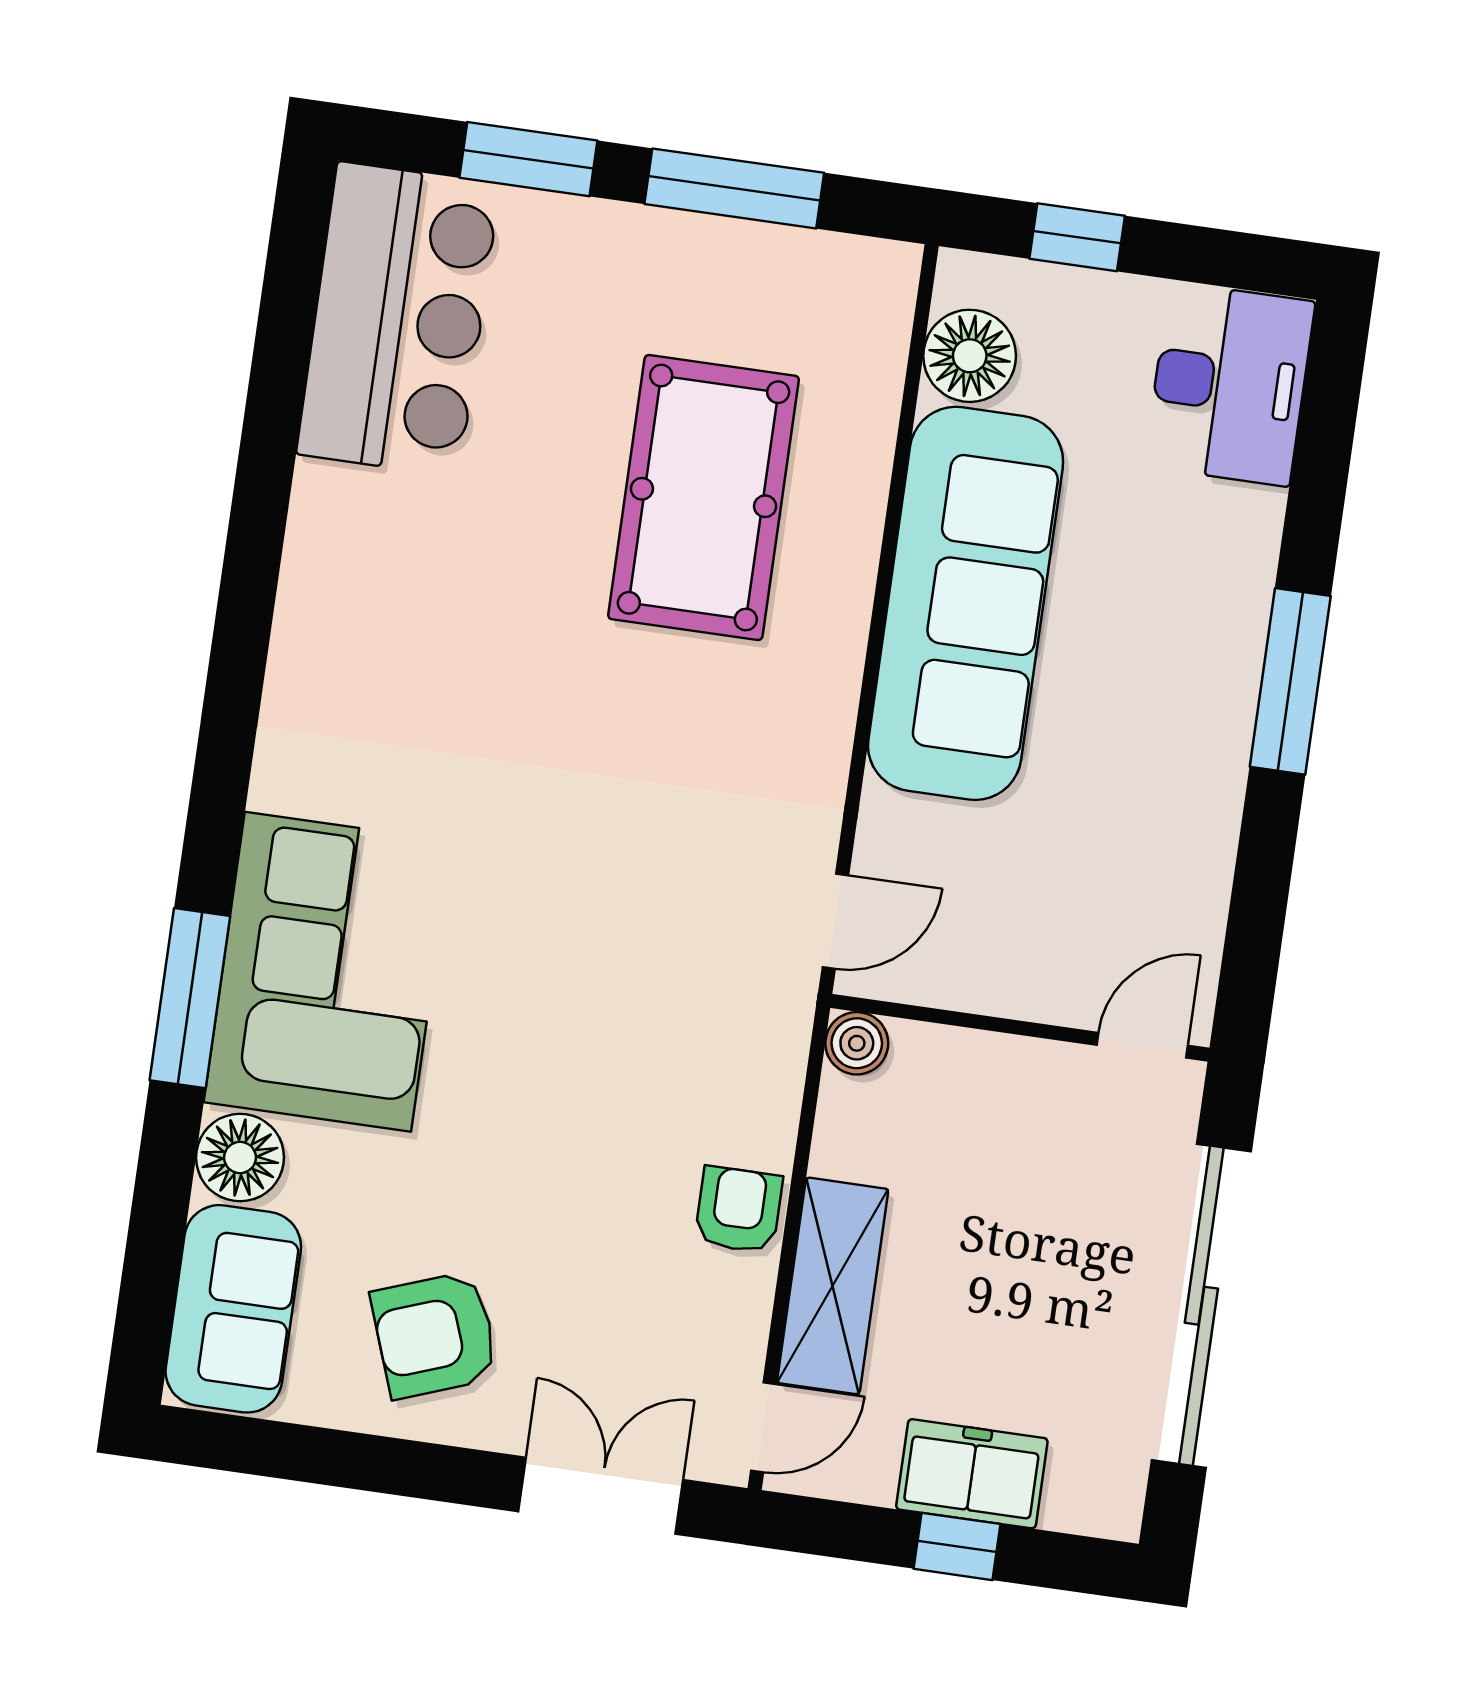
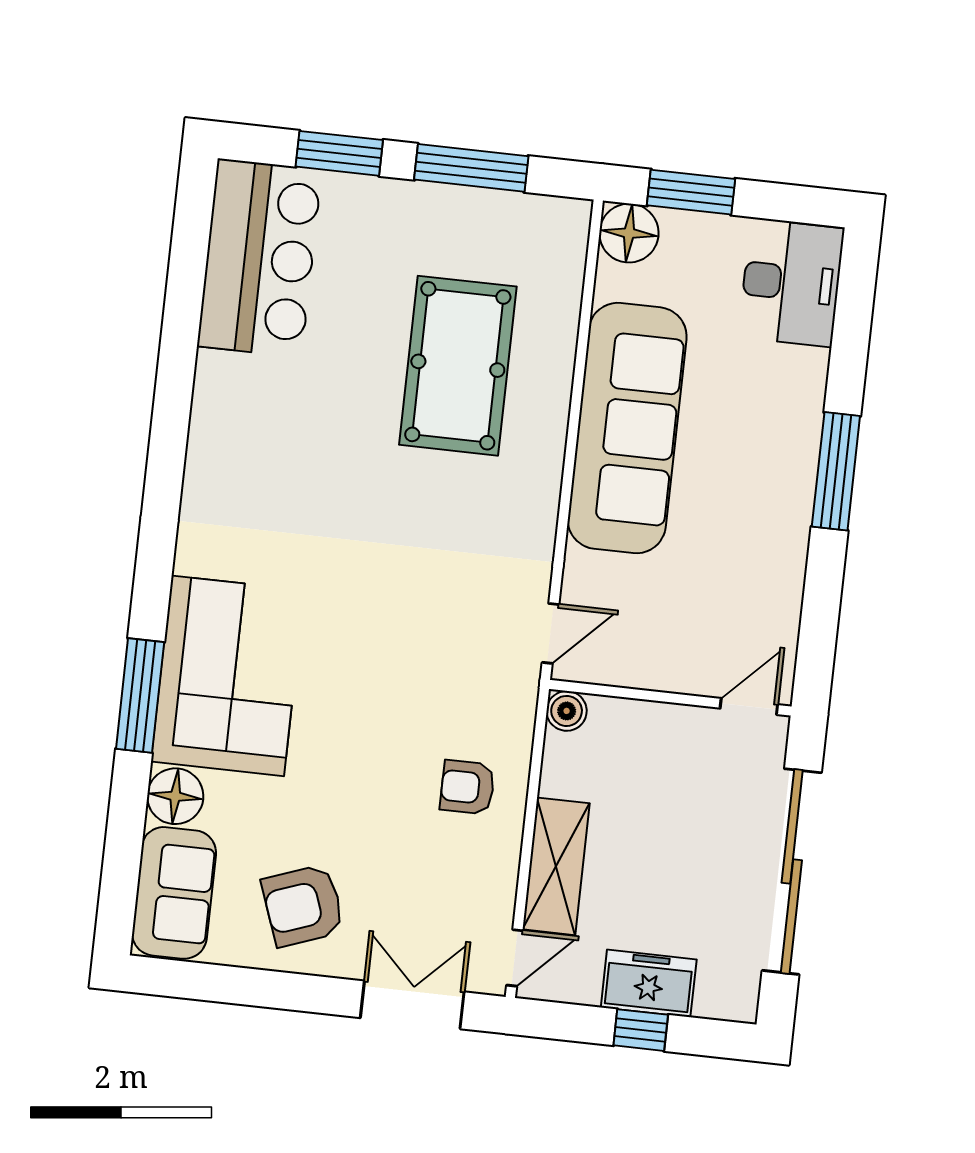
window: (1077, 237) -> (691, 192), width x1.50
floor lamp: (970, 356) -> (629, 233), moved
armchair: (739, 1210) -> (467, 787), moved, turned -90

